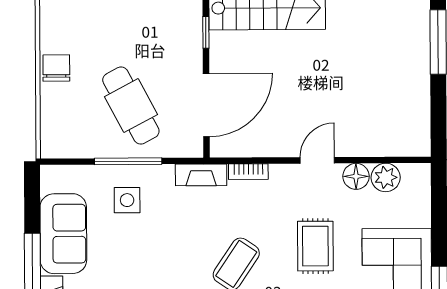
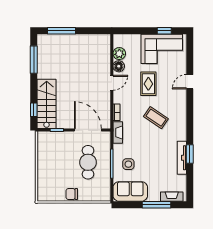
cafe table: (131, 106) -> (88, 162), turned -62
door: (317, 160) -> (112, 83), swing flipped
sofa: (63, 234) -> (130, 191), moved
rug: (315, 246) -> (148, 84), turned 90

